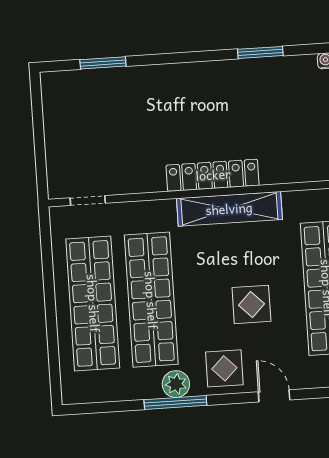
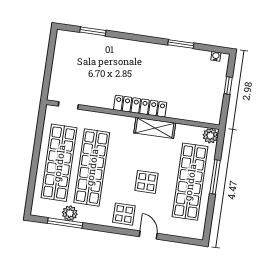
shelving: (229, 209) -> (155, 128), width x0.68
plant: (176, 384) -> (70, 213), moved
window: (175, 402) -> (65, 223), moved

